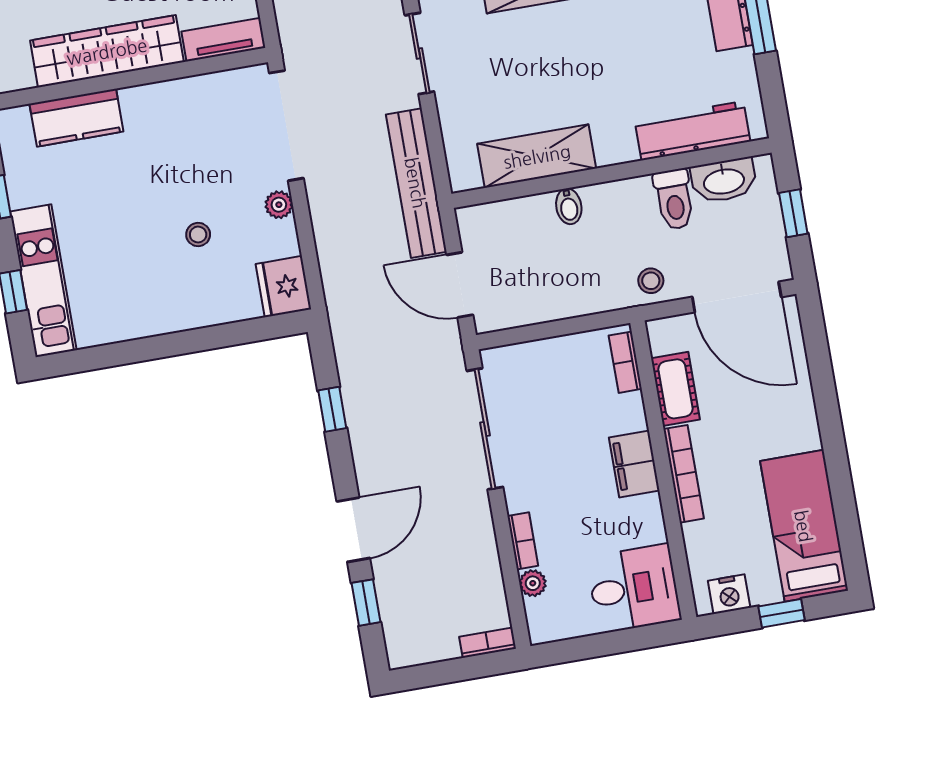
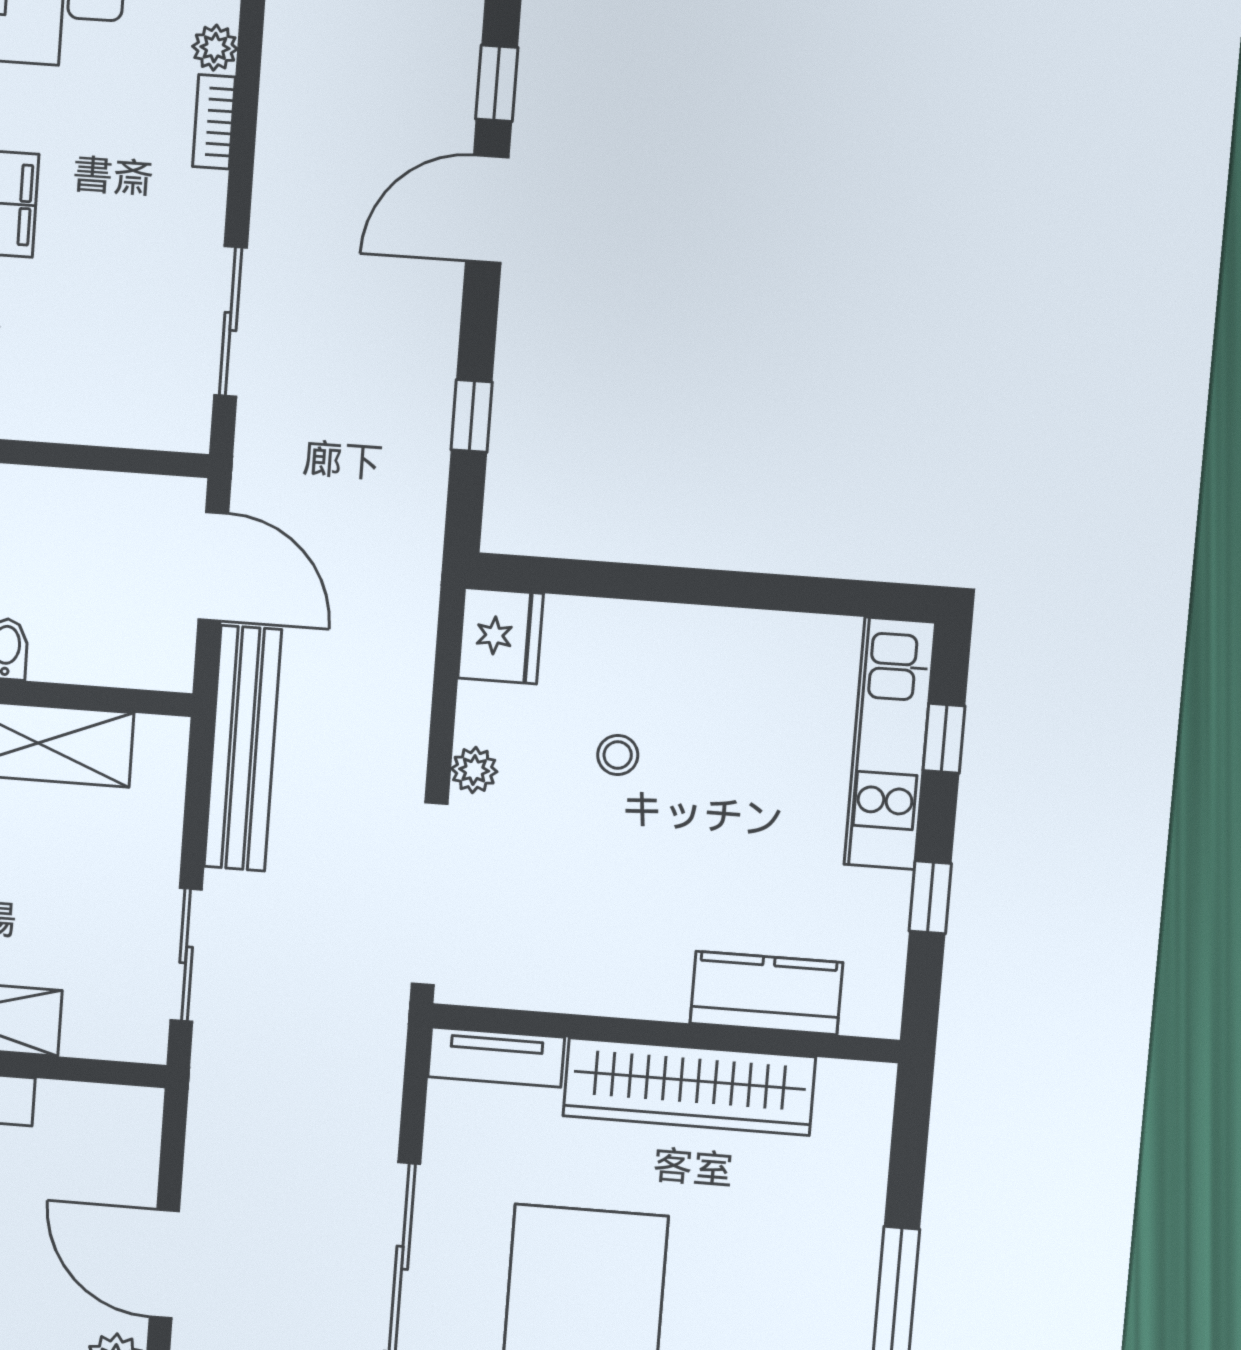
sliding door: (485, 429) -> (230, 321), width x0.73

